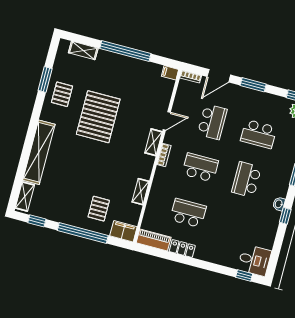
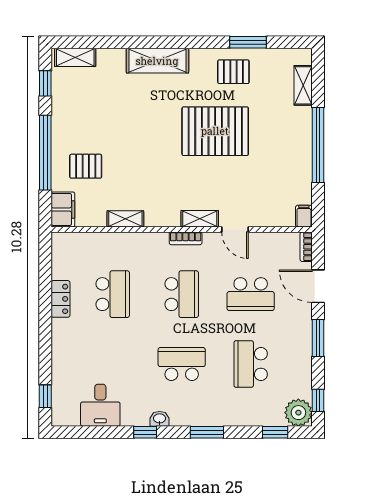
shelving: (39, 152) -> (157, 61), width x0.68
piano: (154, 240) -> (62, 255), removed
desk: (254, 260) -> (100, 405), moved

